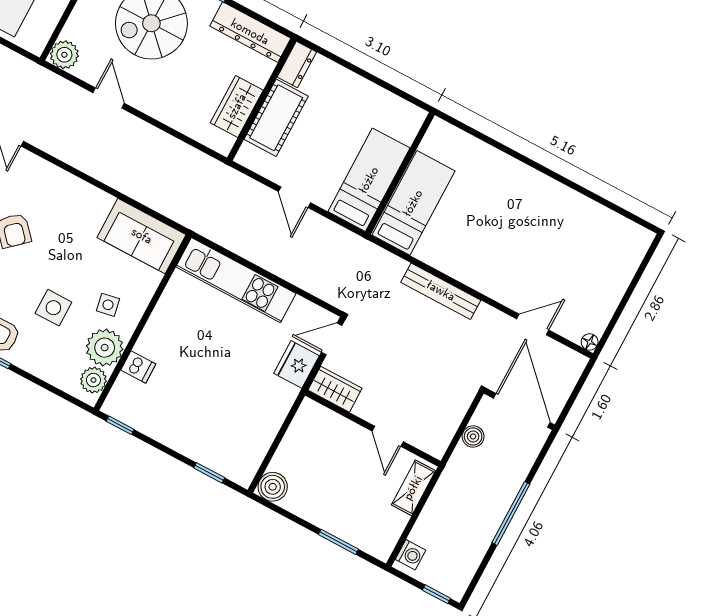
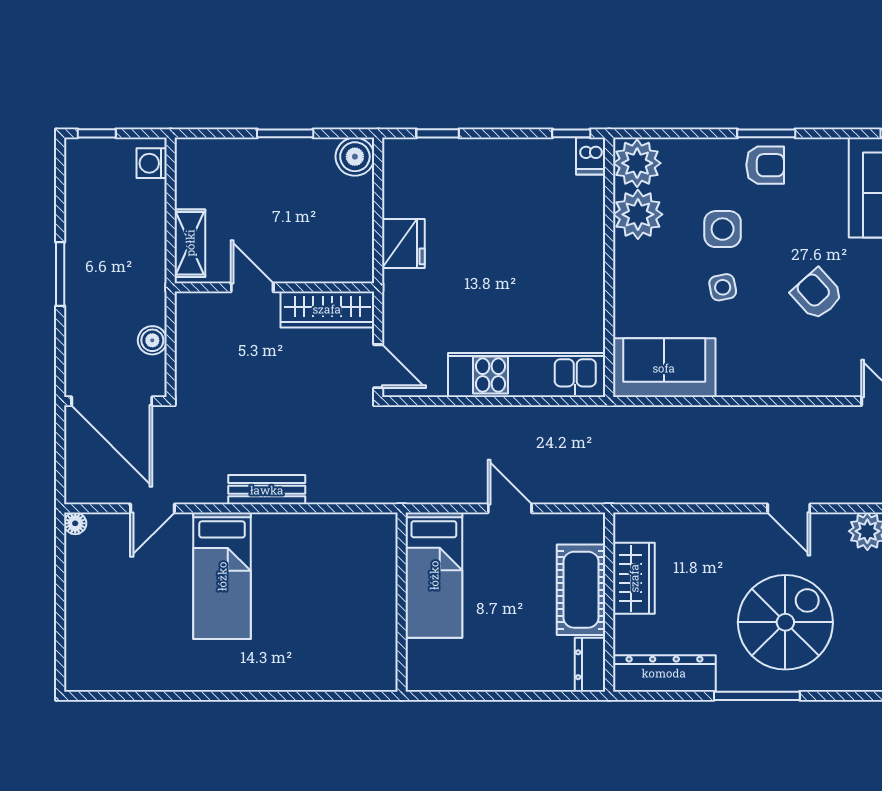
bed: (413, 203) -> (222, 576), moved
bench: (441, 291) -> (267, 490), width x0.73
side table: (108, 305) -> (723, 287), moved
door: (332, 339) -> (378, 366), hinge flipped
fridge: (296, 364) -> (403, 244), moved
dishwasher: (138, 367) -> (591, 156), moved, turned -90
plant: (93, 380) -> (637, 163), width x1.36, depth x1.36
wardrobe: (335, 389) -> (327, 309), width x1.50
window: (511, 513) -> (60, 274), width x0.69
window: (338, 542) -> (285, 133), moved

